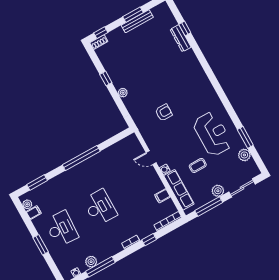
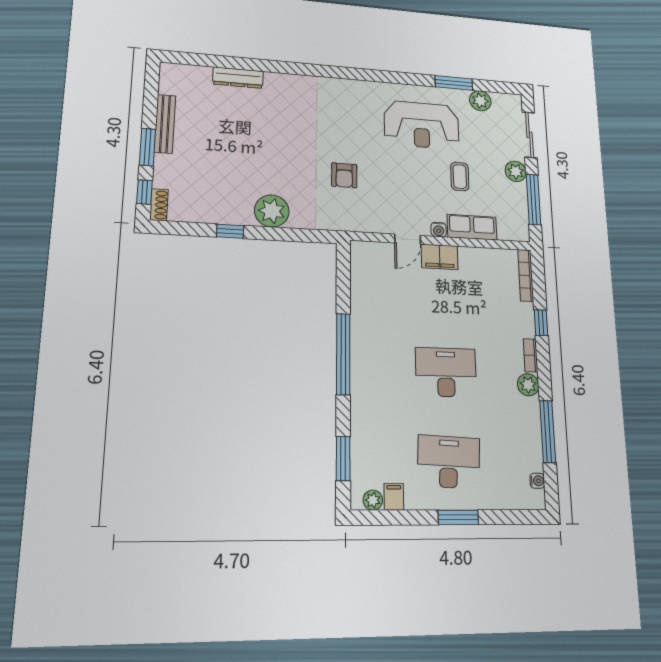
window: (133, 15) -> (147, 147), moved
window: (185, 29) -> (226, 62), removed
plant: (123, 93) -> (272, 211), width x1.88, depth x1.88
armchair: (164, 112) -> (344, 175), turned 180
reception desk: (213, 134) -> (422, 125), turned 180
row of seats: (179, 190) -> (472, 227), width x0.68
filing cabinet: (162, 196) -> (440, 257), moved, width x2.00
plant: (91, 262) -> (528, 385), moved

